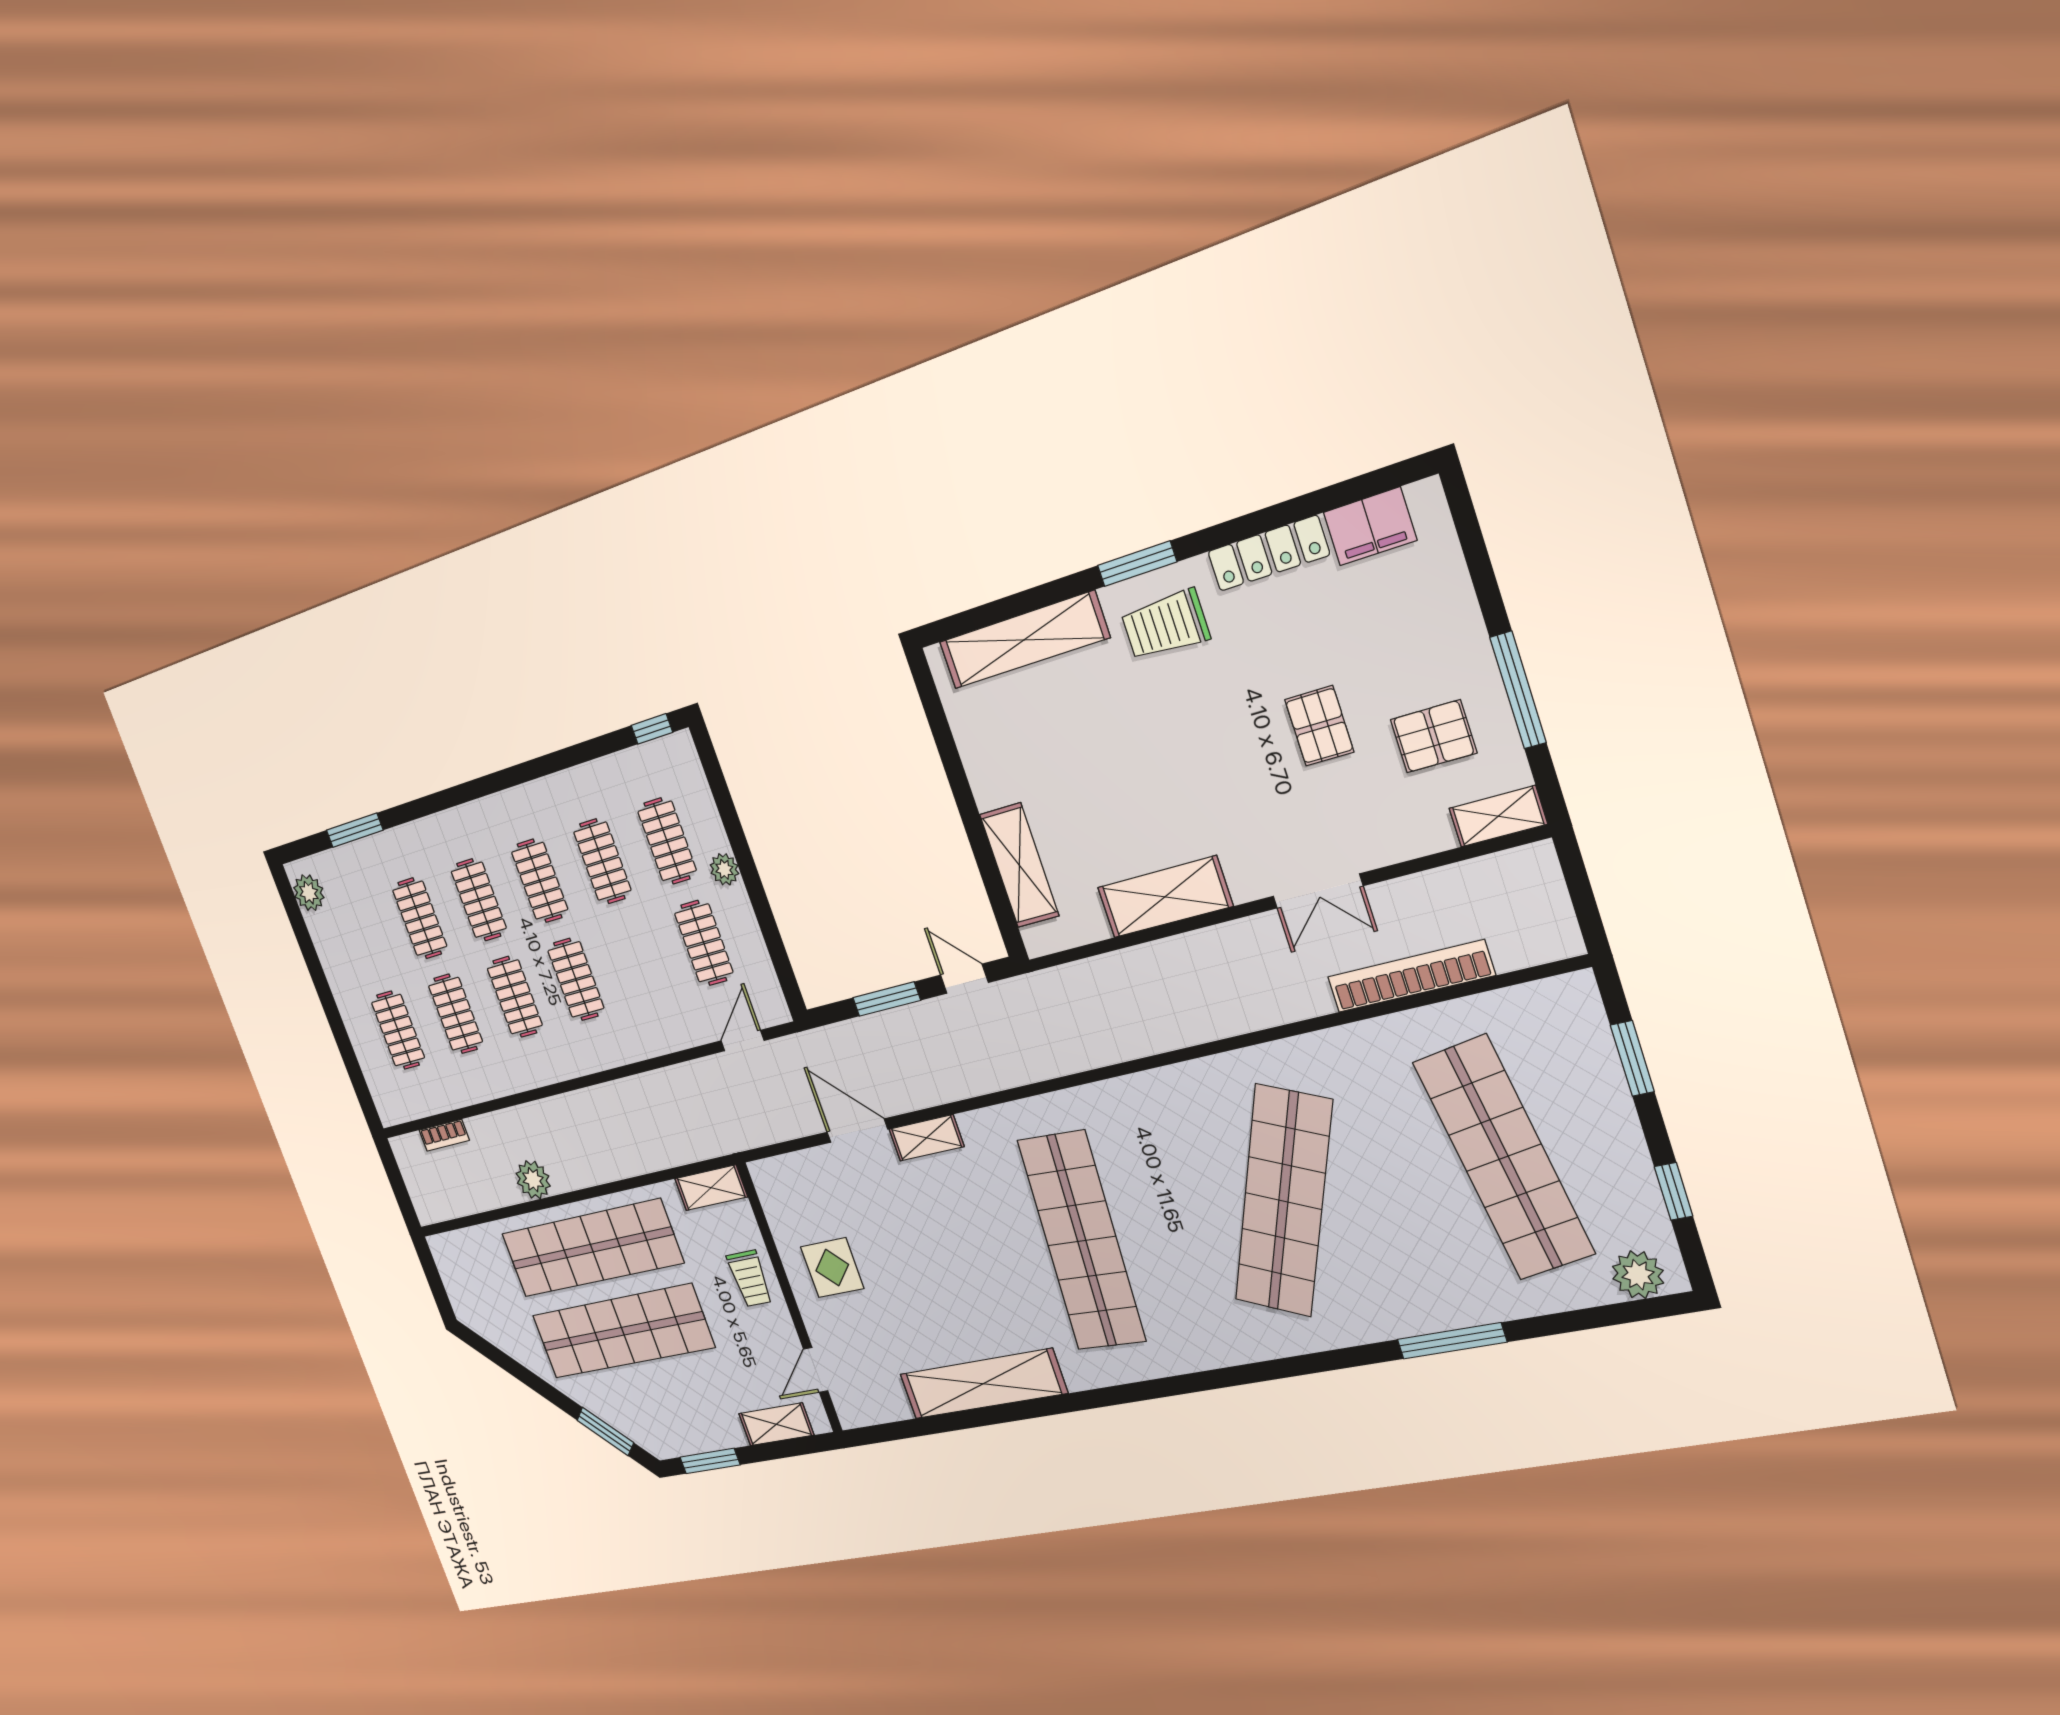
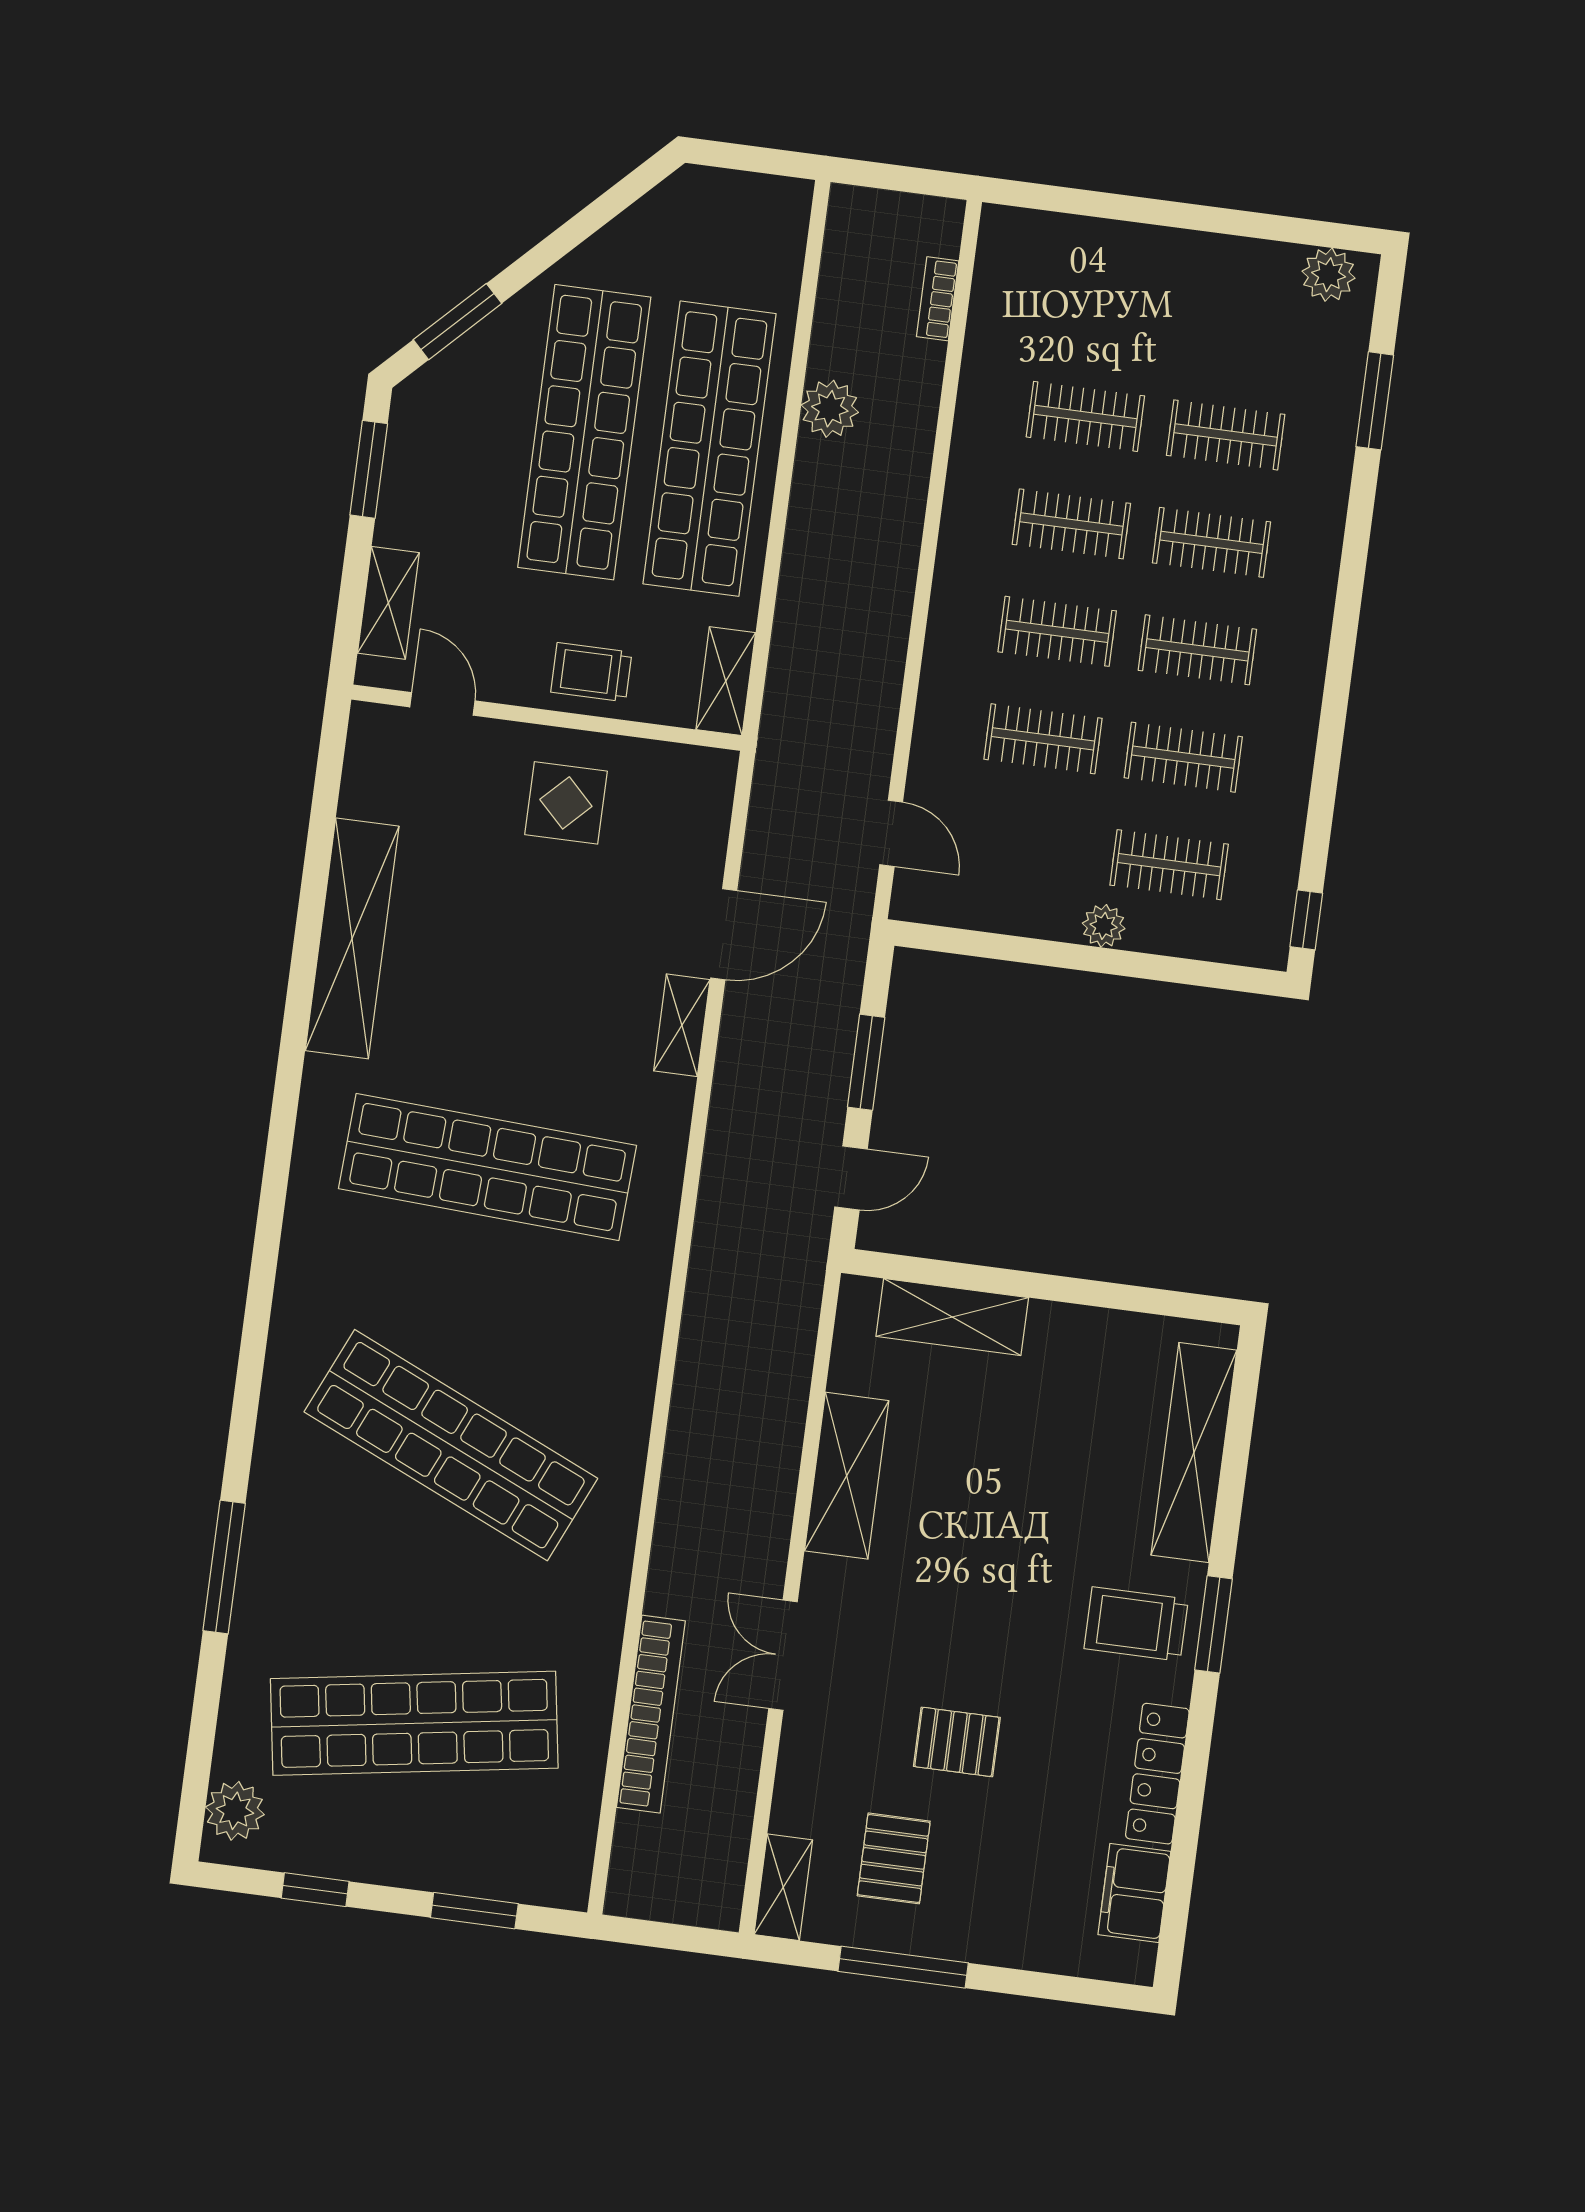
trolley: (1165, 625) -> (1136, 1624), turned -90
clothes rail: (704, 943) -> (1043, 739), moved
clothes rail: (398, 1030) -> (1100, 309), removed

